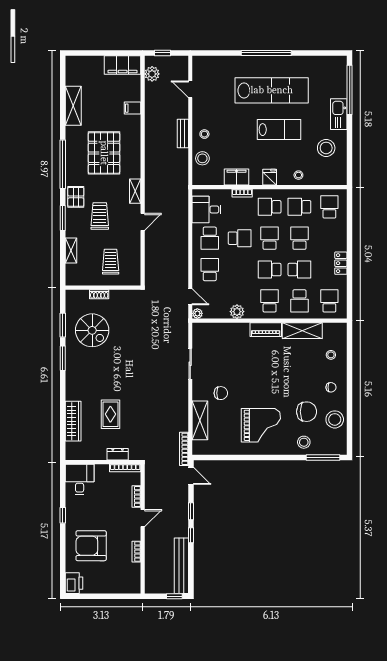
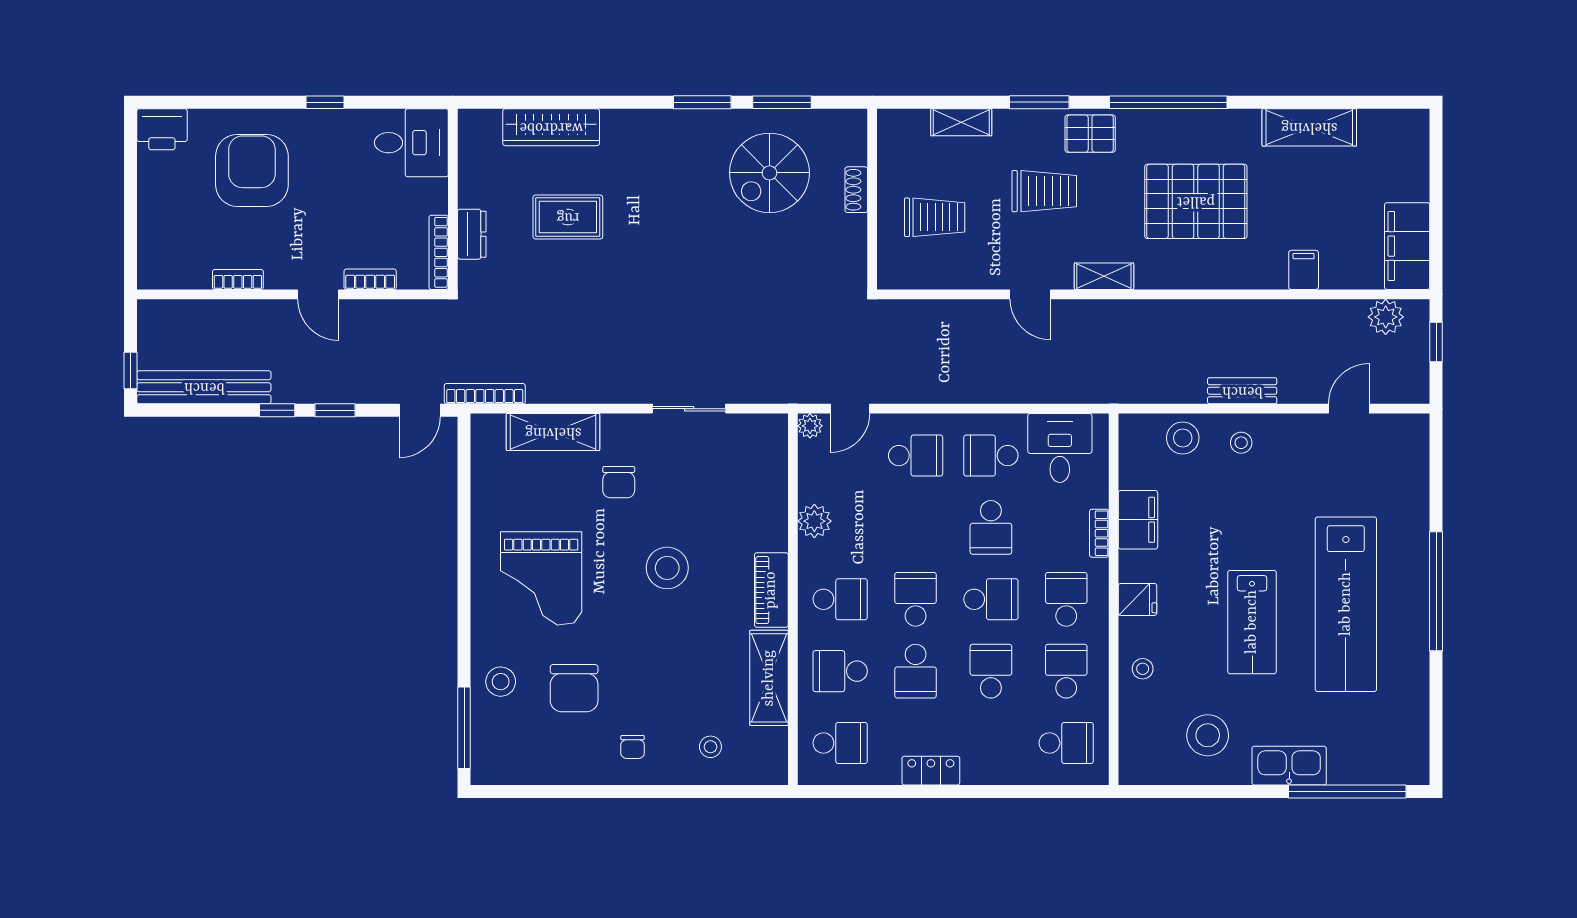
school desk: (299, 238) -> (991, 671), turned -90
stool: (335, 419) -> (667, 568), moved

